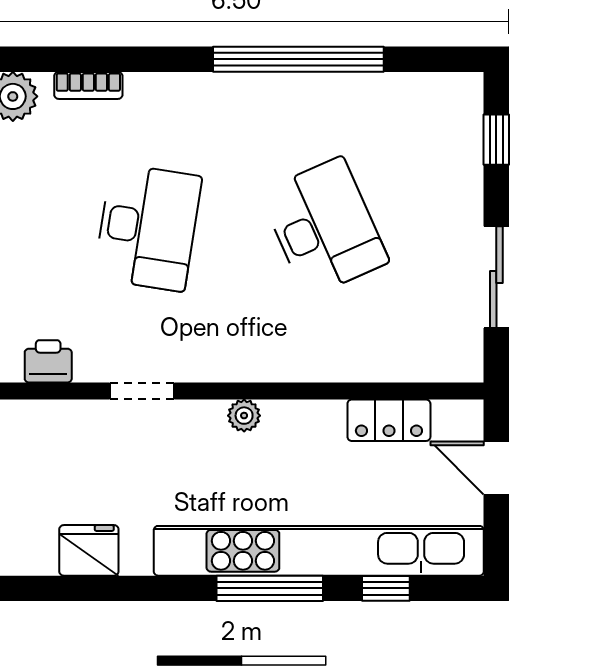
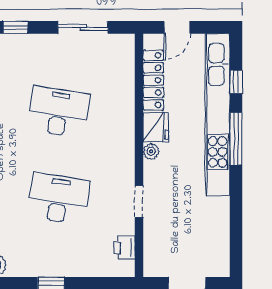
desk: (324, 227) -> (59, 112), turned 33
locker: (389, 420) -> (153, 80), width x1.53
fridge: (89, 550) -> (156, 127), moved, turned 180

